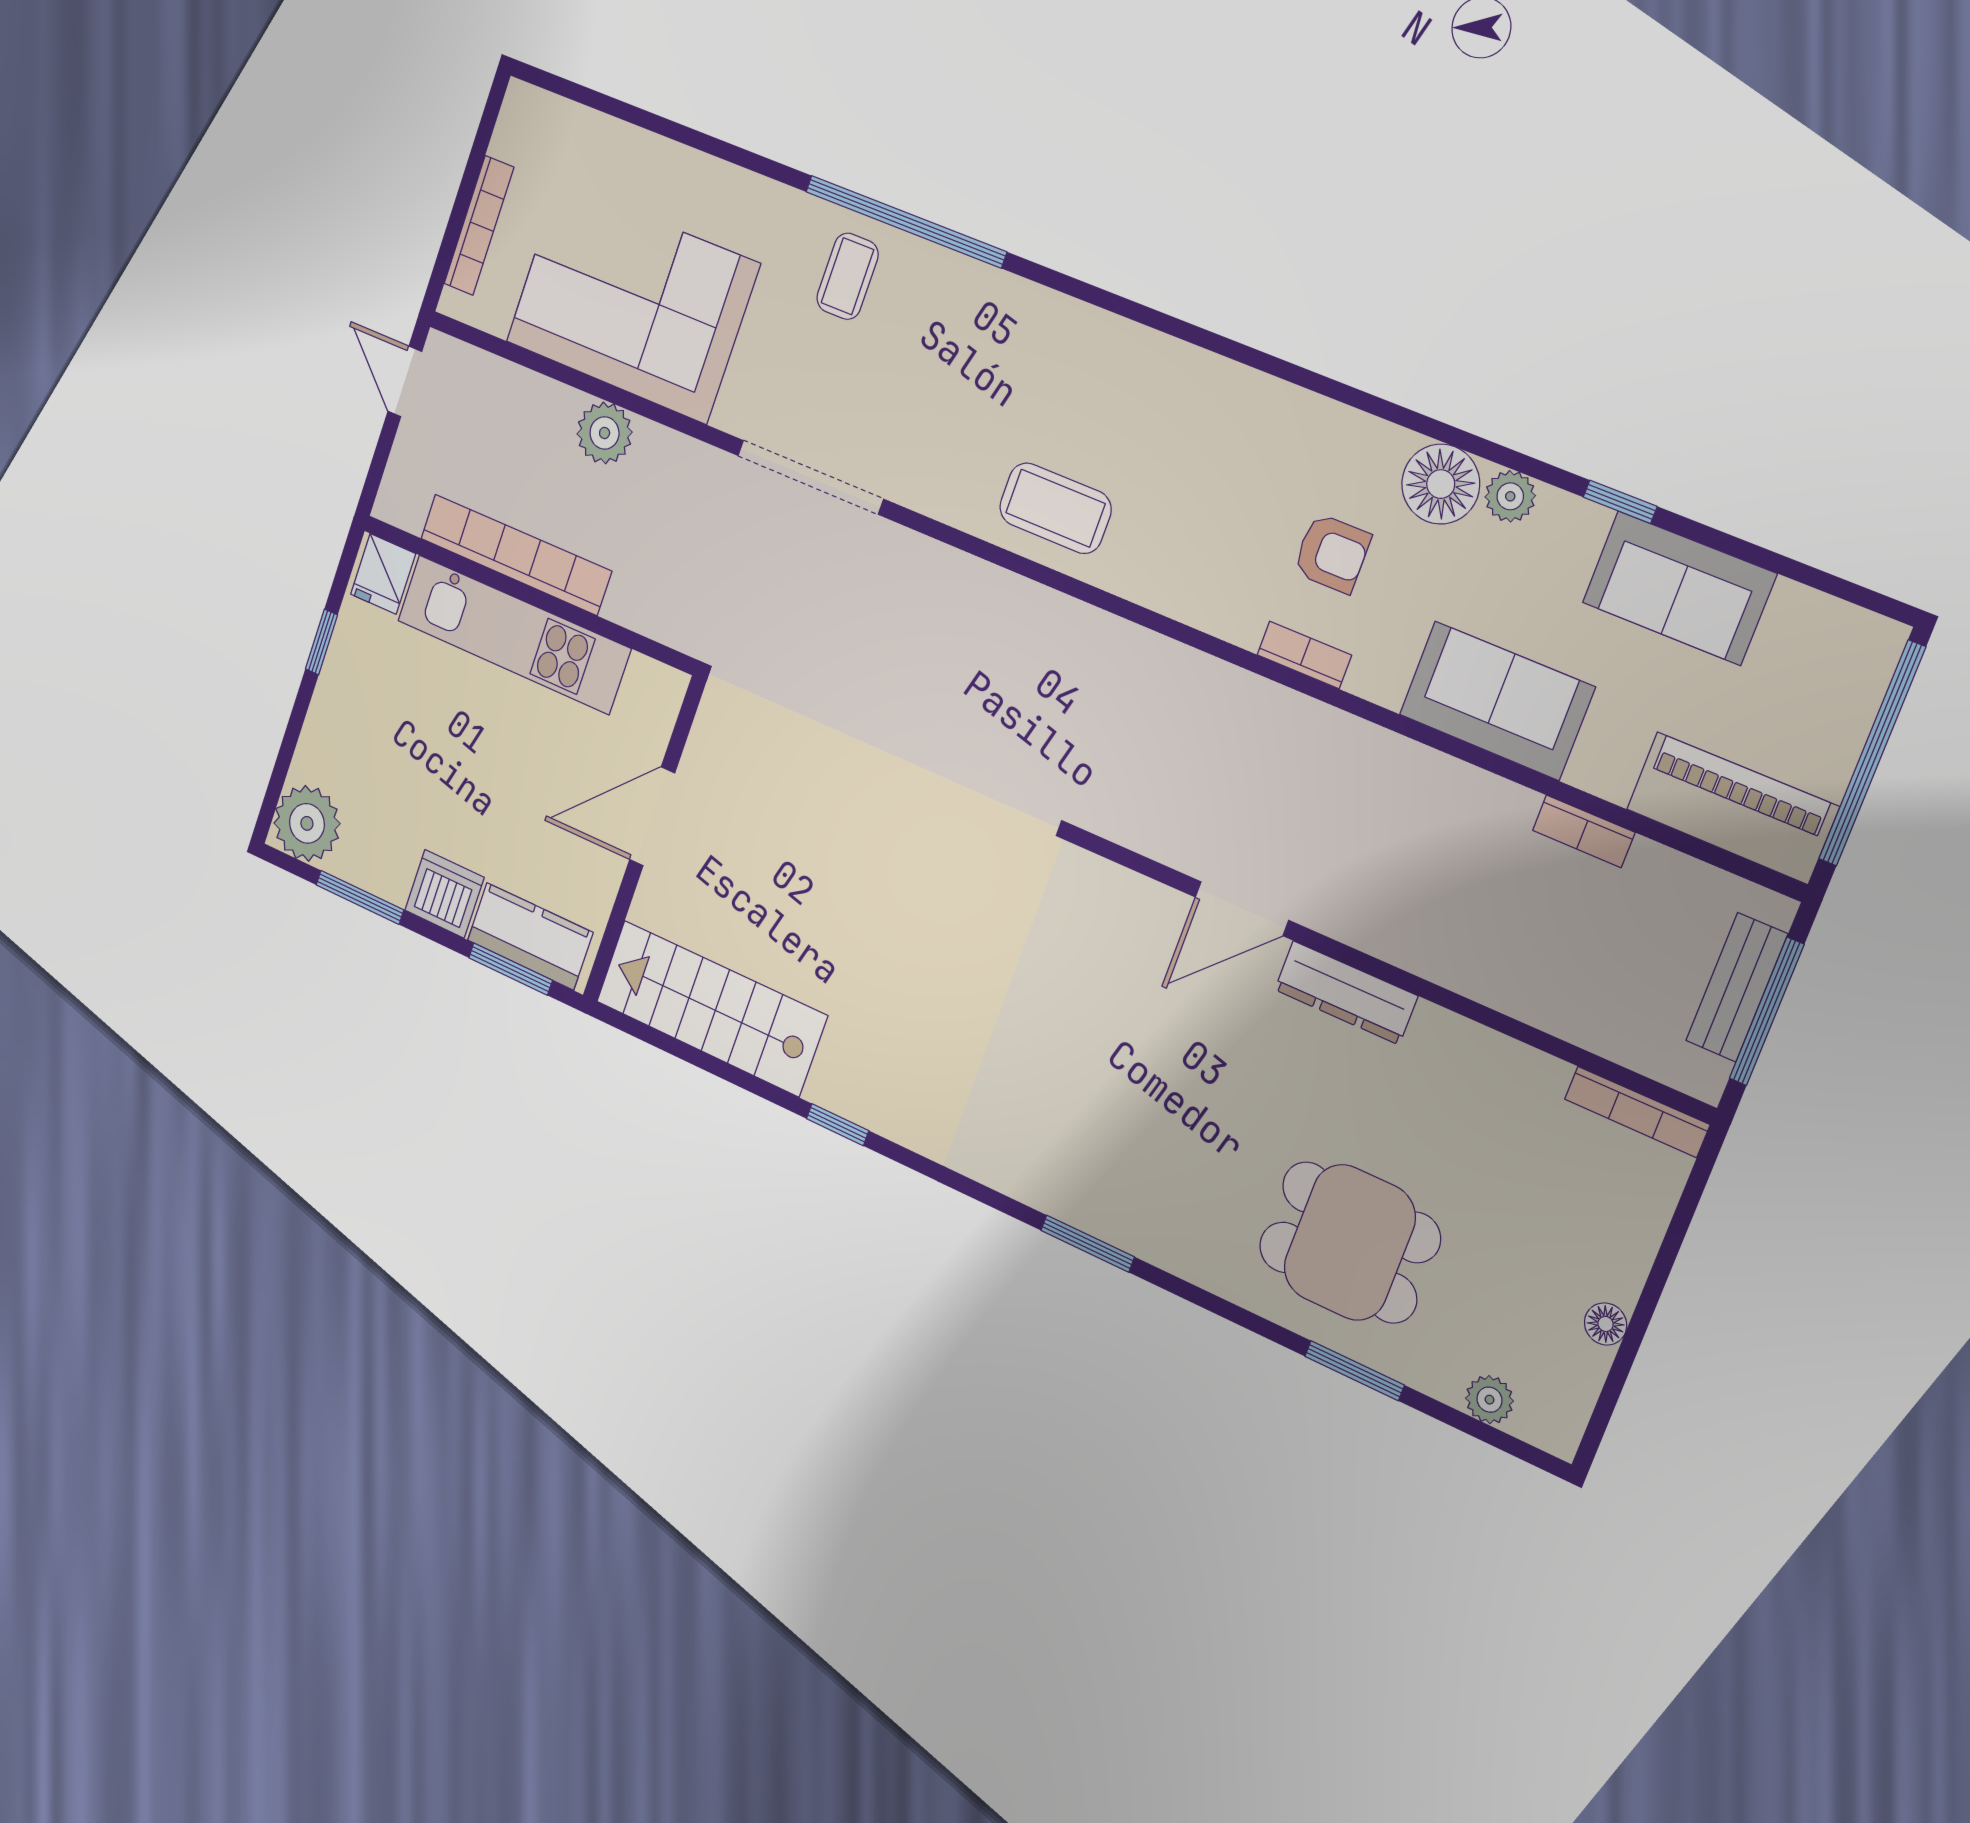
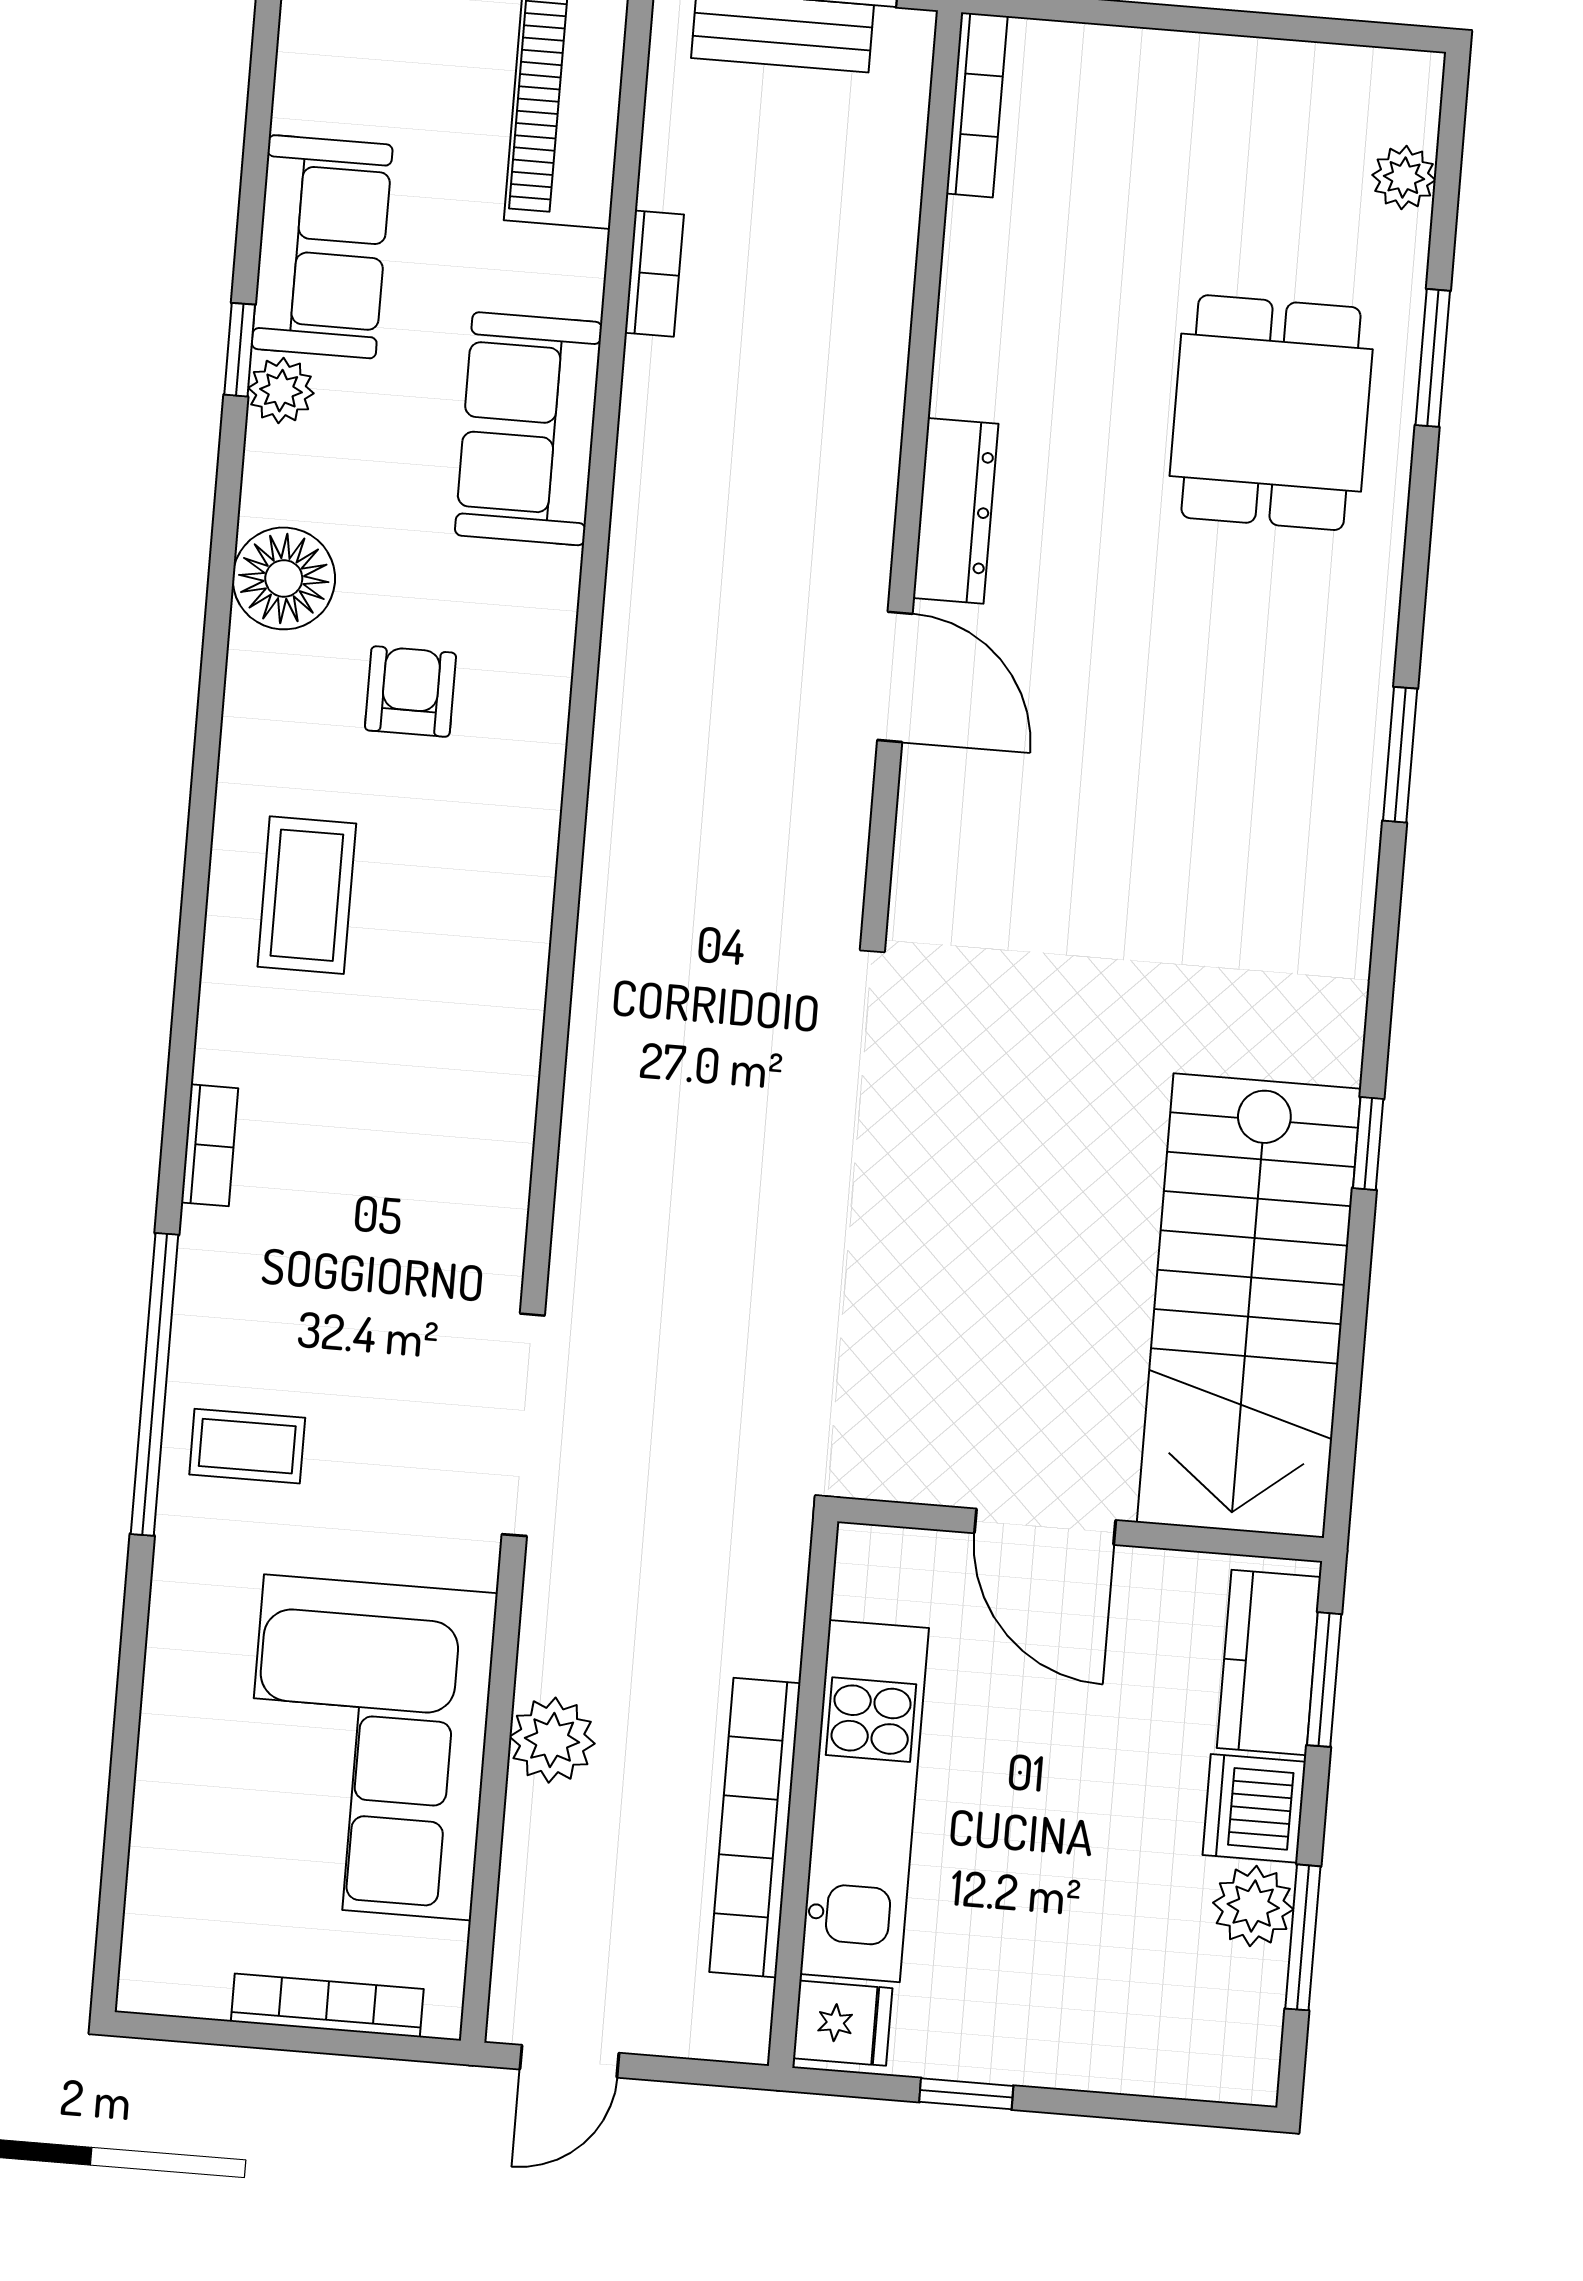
plant: (1510, 496) -> (281, 391), moved
coffee table: (1055, 508) -> (307, 895), moved
bookcase: (1304, 655) -> (210, 1145), moved, turned 180
plant: (307, 823) -> (1253, 1906), moved, width x0.73, depth x0.73
stairs: (711, 1008) -> (1249, 1306), width x1.36, depth x1.51
floor lamp: (1606, 1324) -> (1254, 64), removed

